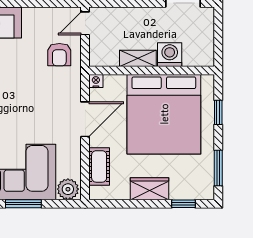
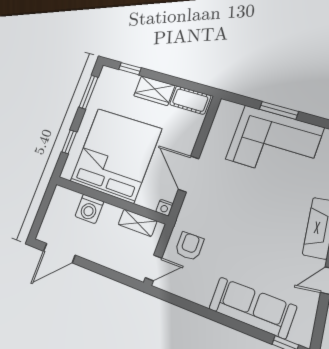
shelving: (138, 58) -> (138, 223), moved
door: (85, 119) -> (188, 174), hinge flipped
cot: (99, 166) -> (190, 100), moved, turned 90
plant: (68, 189) -> (230, 112), removed

